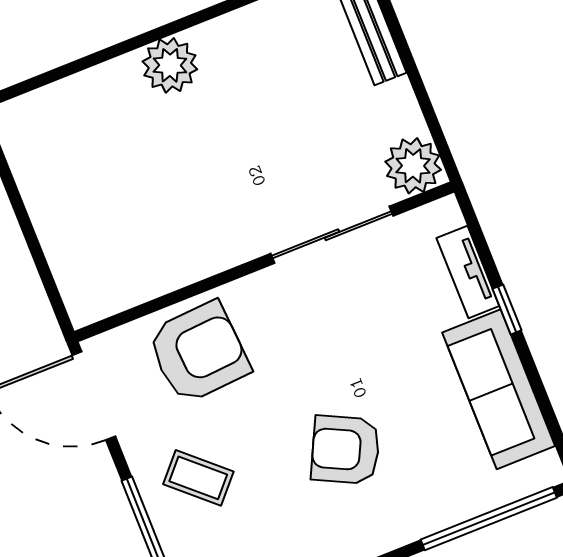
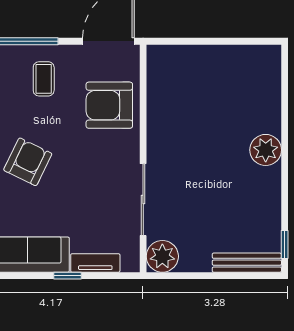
armchair: (199, 352) -> (109, 105), turned 94
coffee table: (198, 478) -> (44, 79), turned -42

